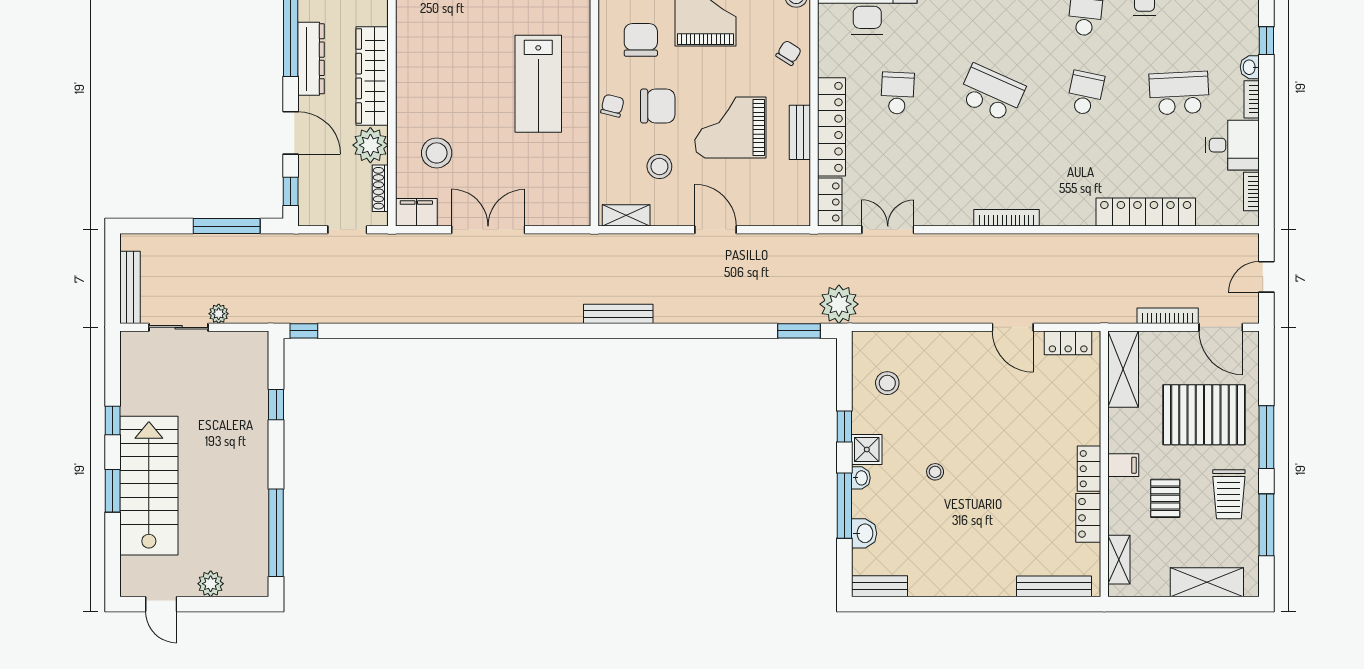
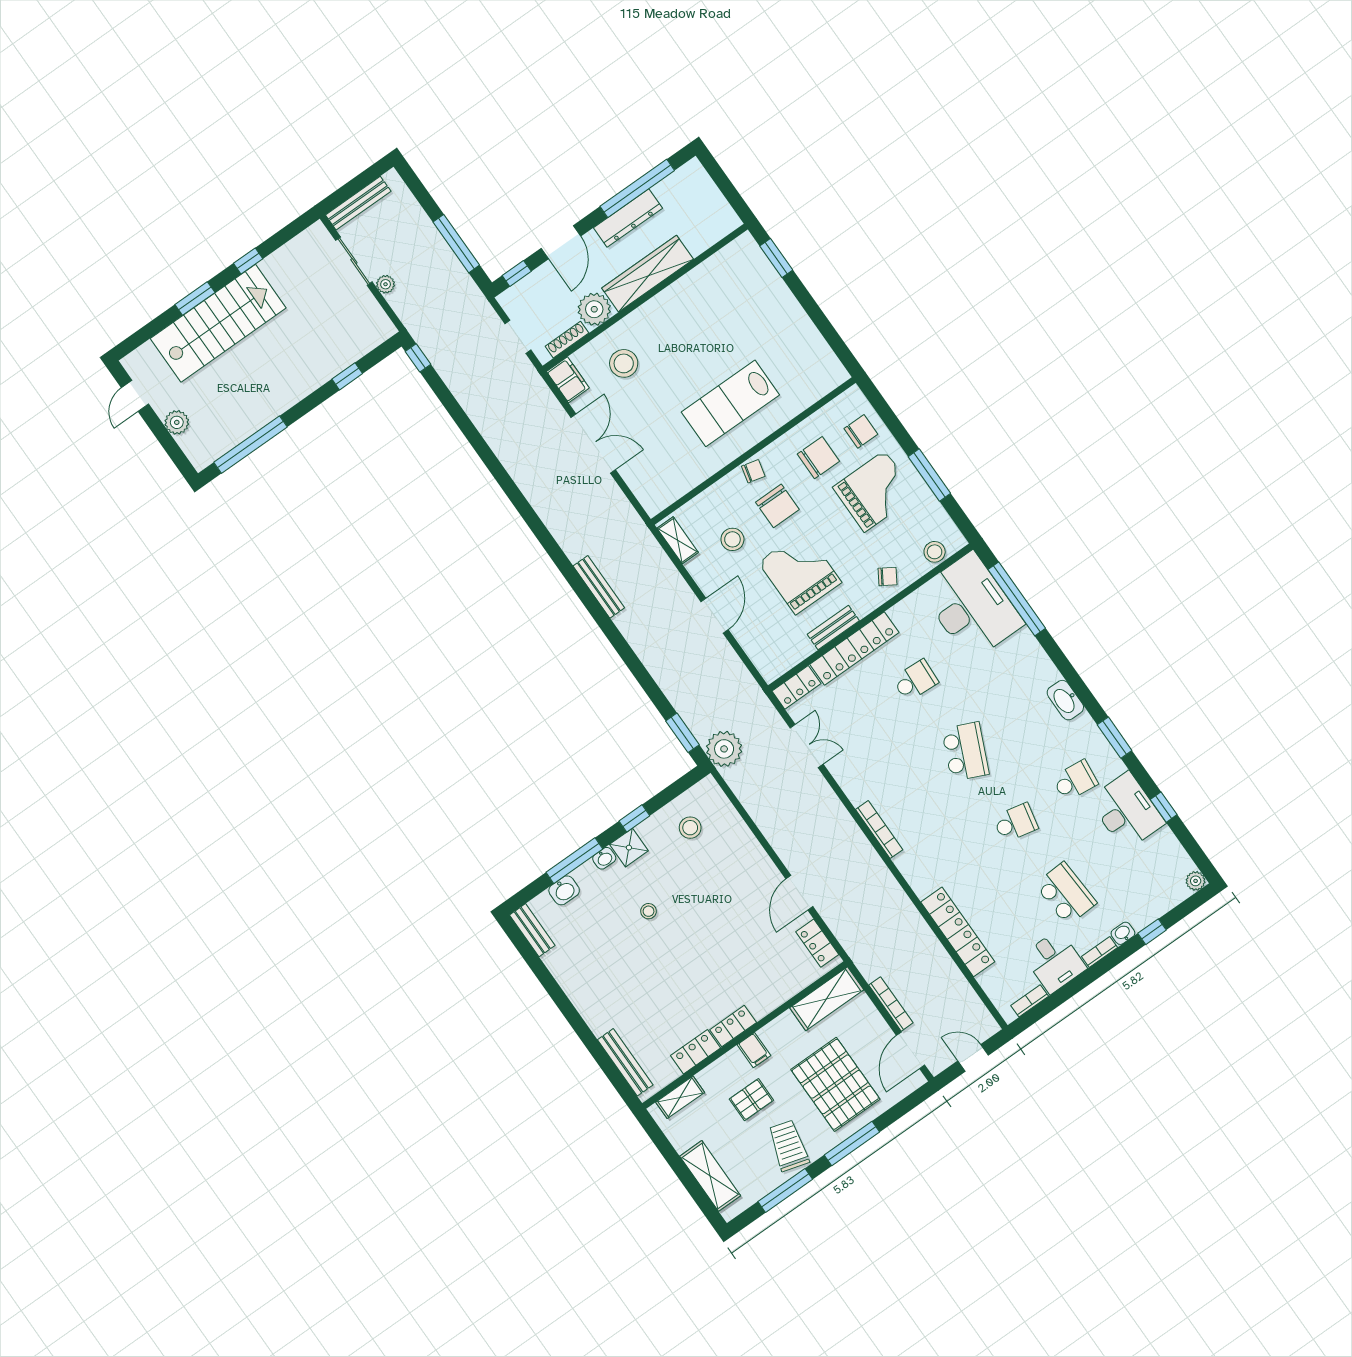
trolley: (1229, 494) -> (788, 1146), turned 106

